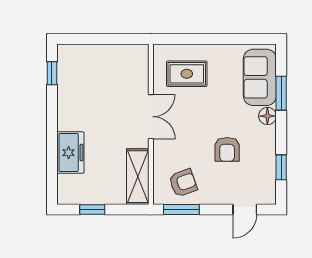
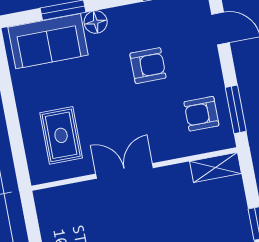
shelving: (138, 177) -> (216, 167), width x0.67, depth x0.75
armchair: (183, 183) -> (201, 114), turned -70

